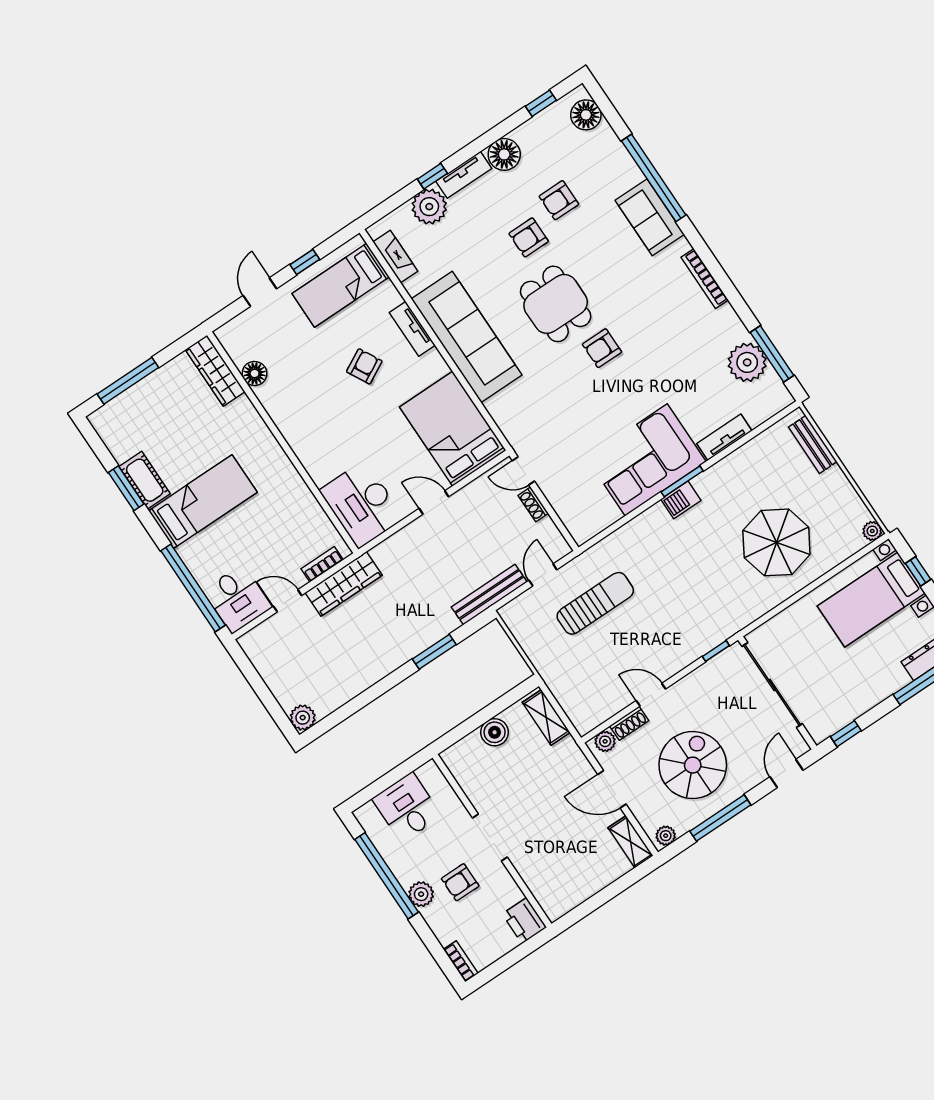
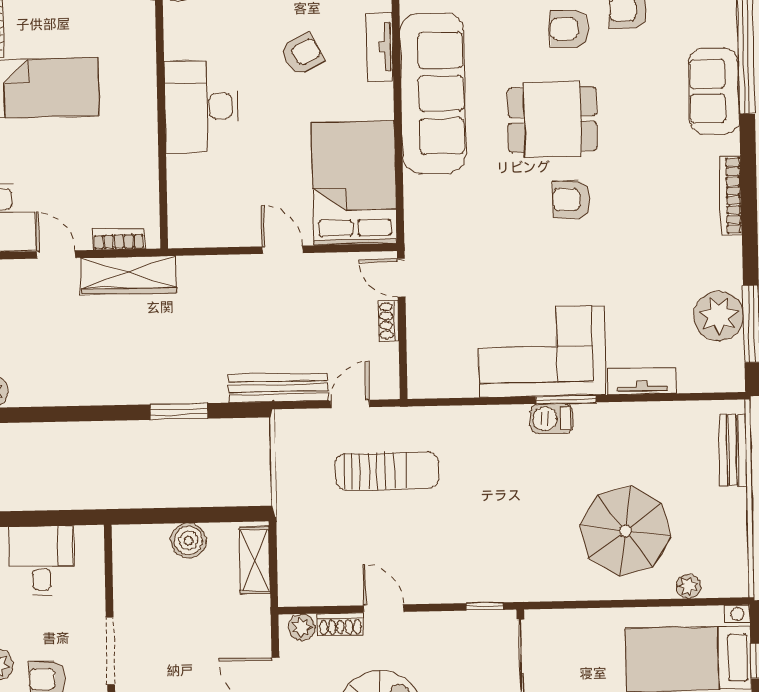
dining table: (556, 304) -> (552, 119), turned 90
desk: (362, 504) -> (201, 107), moved
plant: (872, 531) -> (689, 586), moved

